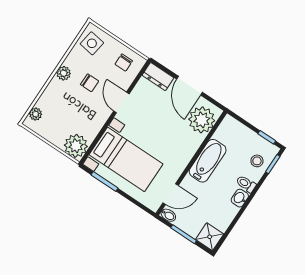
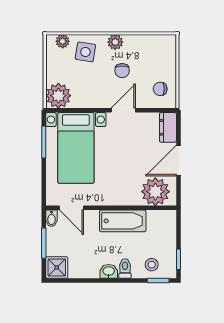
side table: (92, 43) -> (85, 52), moved

